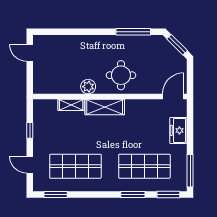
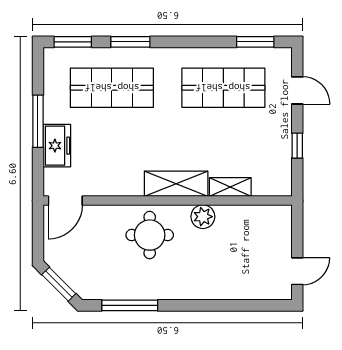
door: (30, 53) -> (297, 271), hinge flipped
window: (190, 171) -> (38, 121), moved

